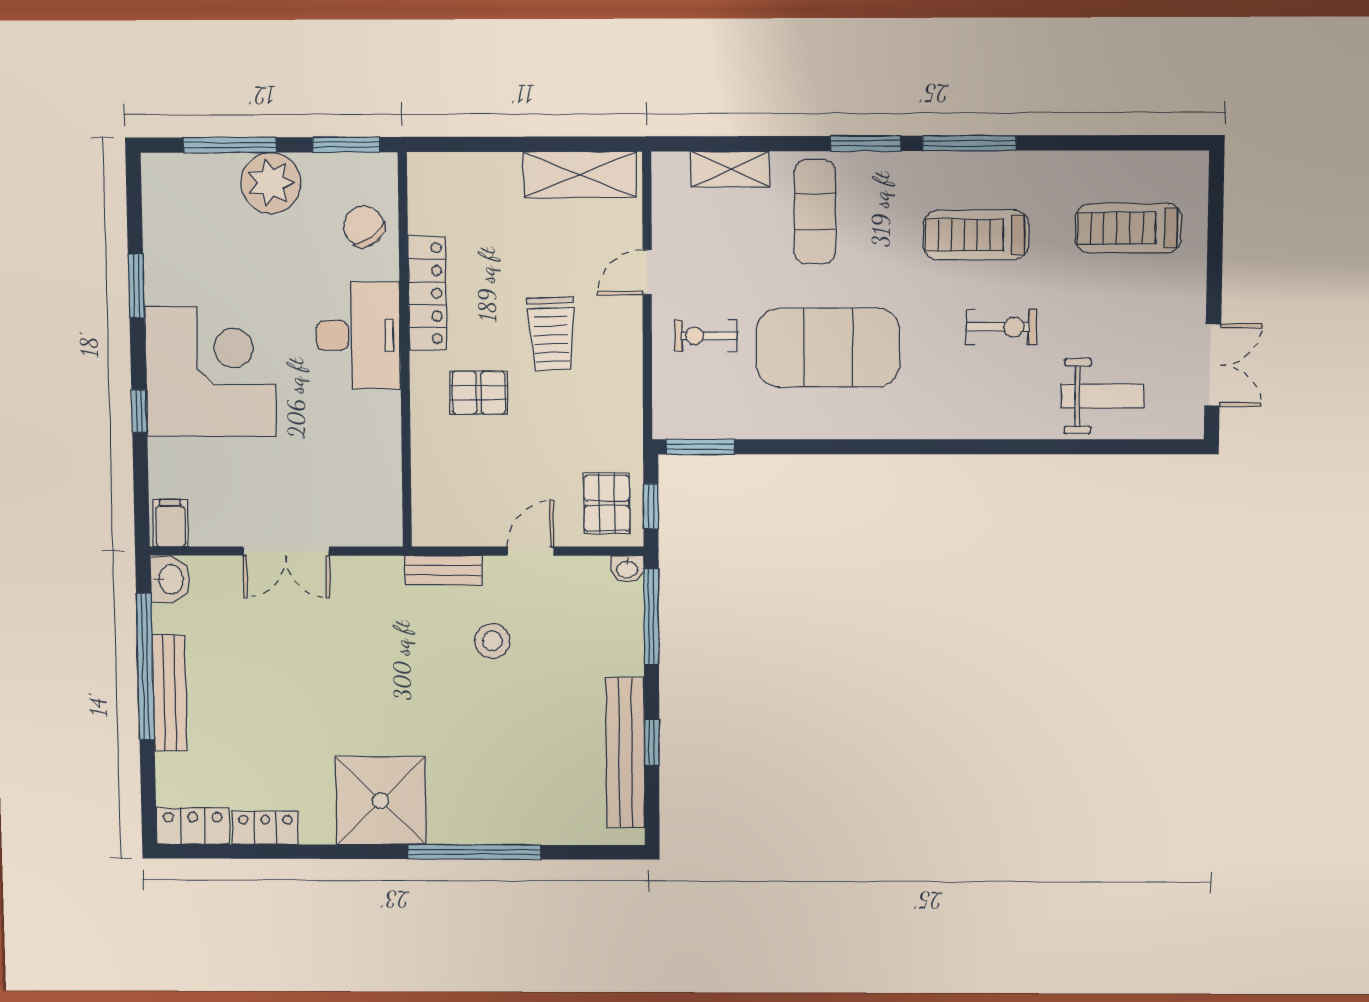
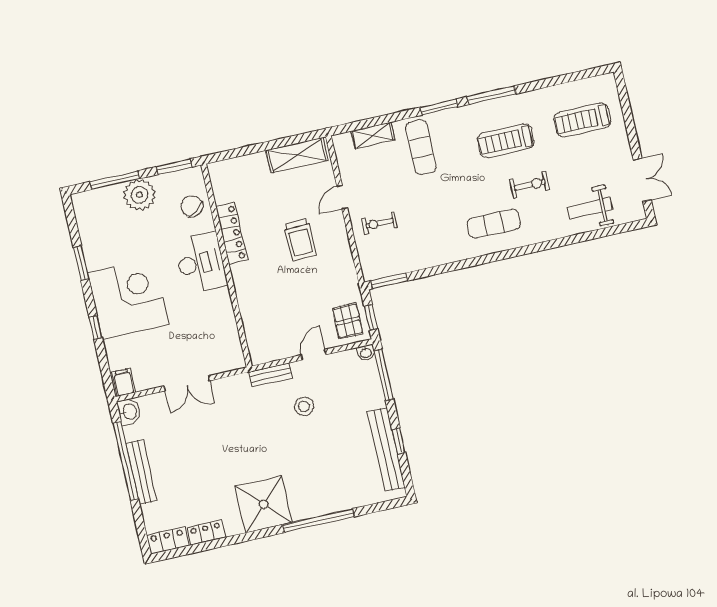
exercise mat: (828, 348) -> (494, 224), moved, width x0.50, depth x0.69
pallet: (479, 393) -> (269, 278), removed
weight bench: (1103, 396) -> (590, 208), turned 180

